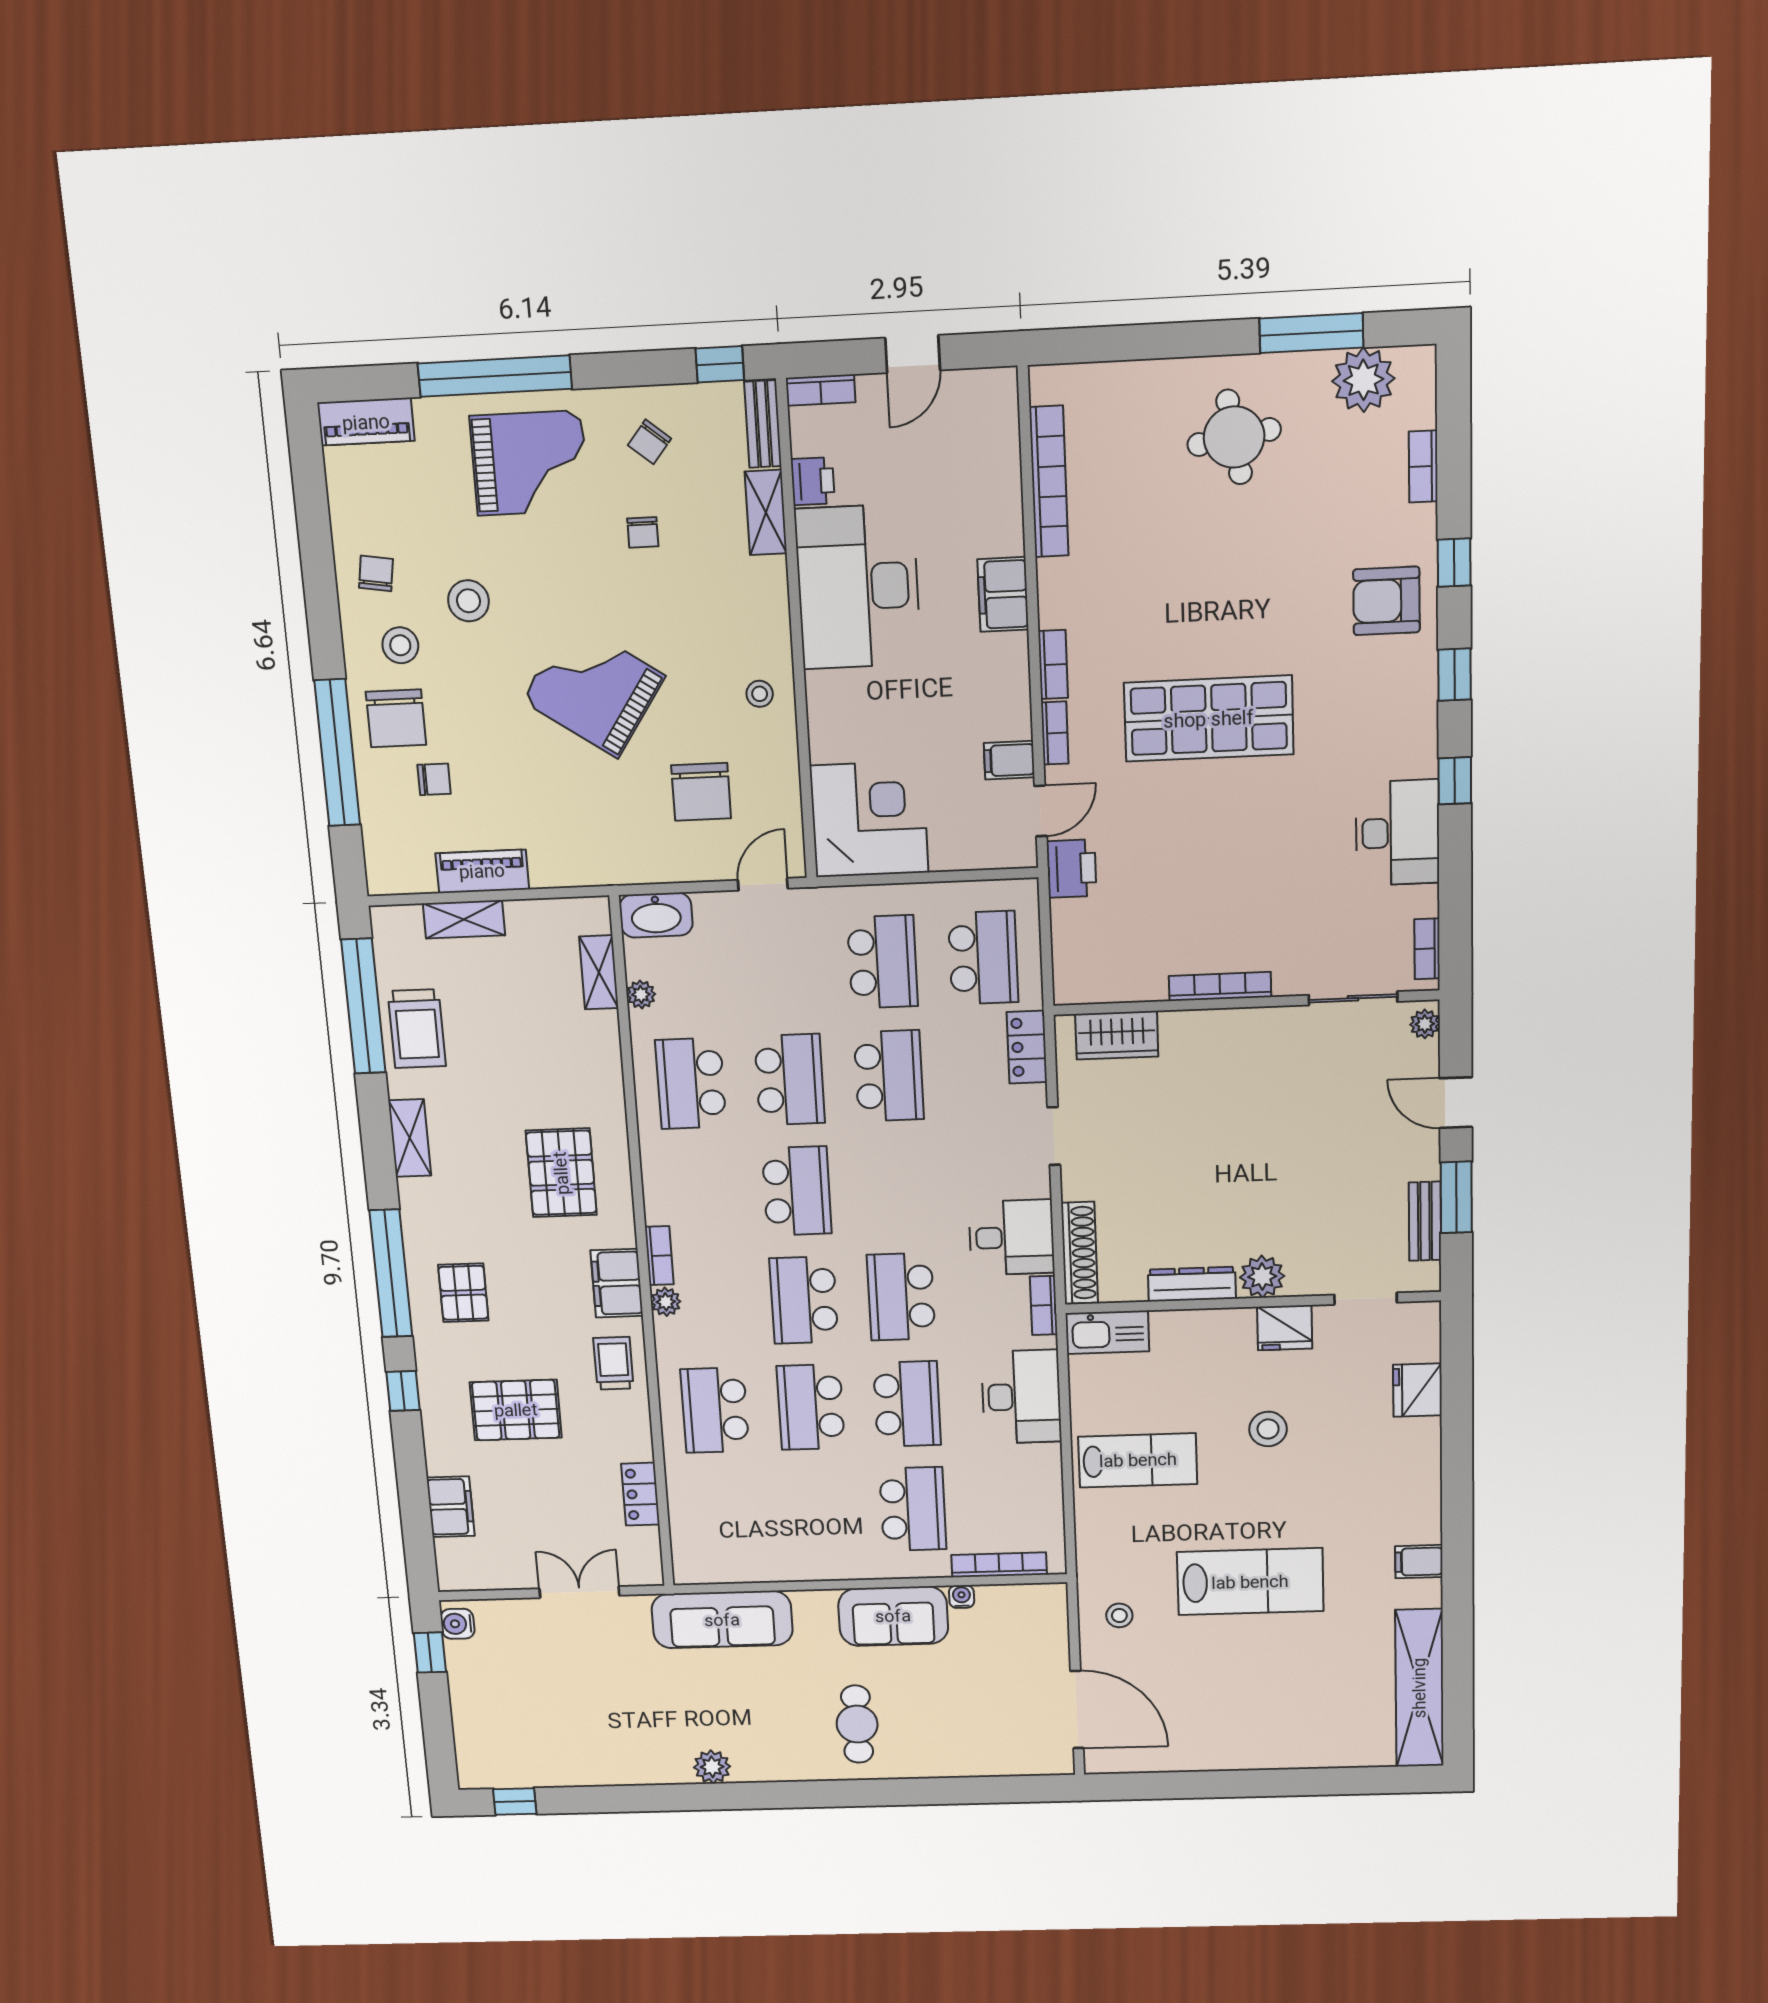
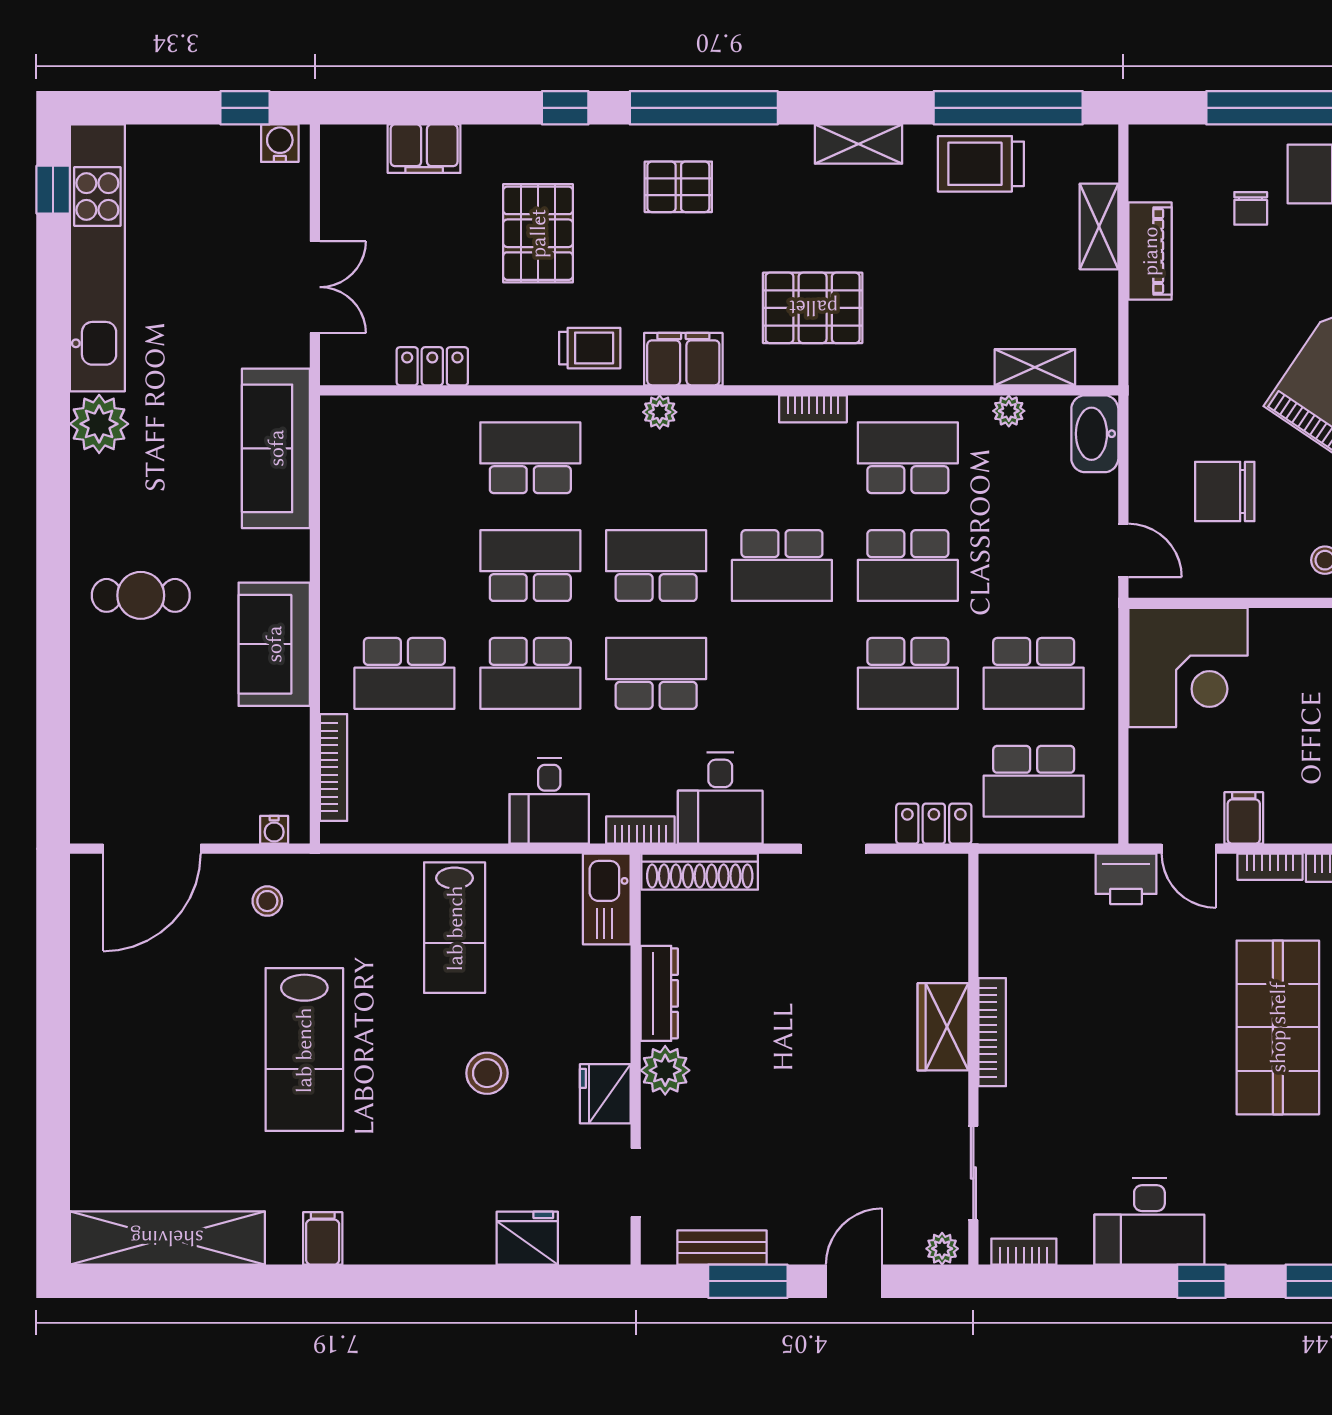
wardrobe: (1117, 1035) -> (943, 1027), moved
bookcase: (659, 1256) -> (813, 409), moved
desk: (1021, 1397) -> (549, 801), width x0.73
water cooler: (962, 1597) -> (274, 830), moved, turned 90
kitchen unit: (570, 1766) -> (97, 258), added
plant: (712, 1767) -> (99, 424), width x1.36, depth x1.36

